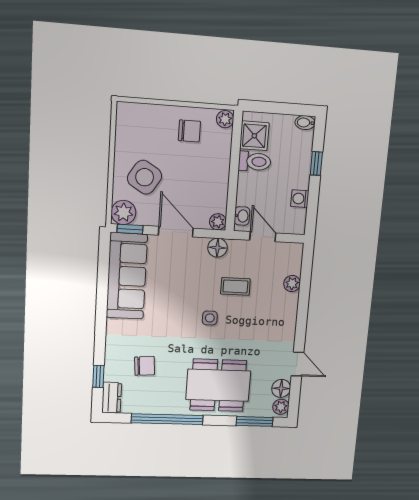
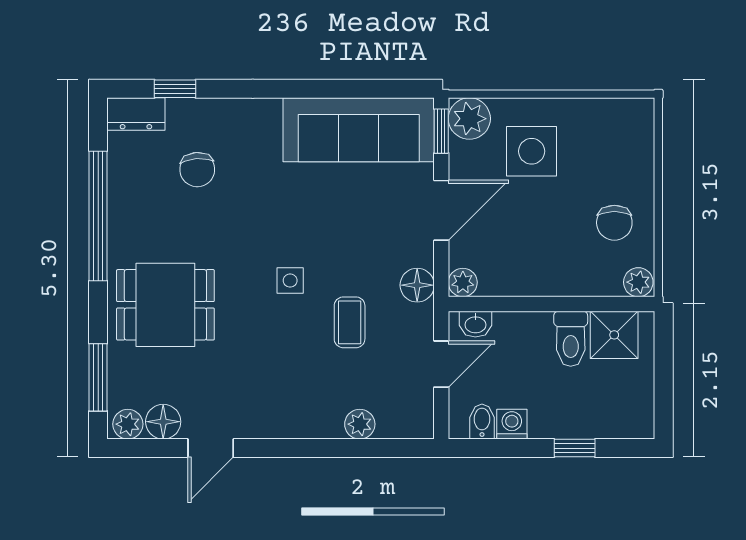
bidet: (305, 123) -> (482, 421), moved
side table: (145, 177) -> (532, 151), turned -32
dining table: (218, 385) -> (165, 305), width x0.73

